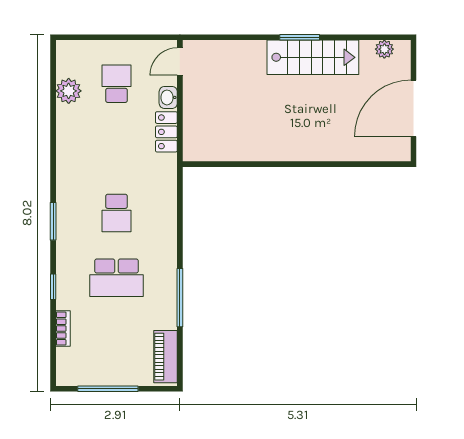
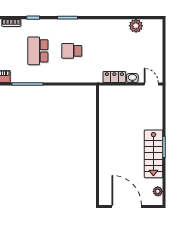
school desk: (116, 84) -> (140, 51), removed

